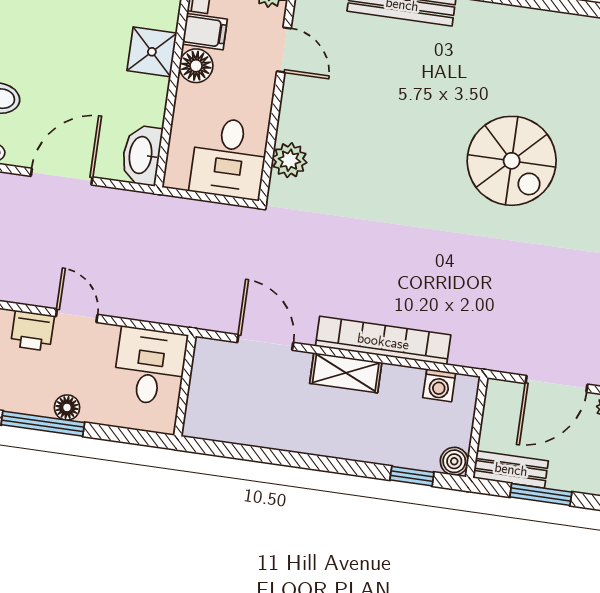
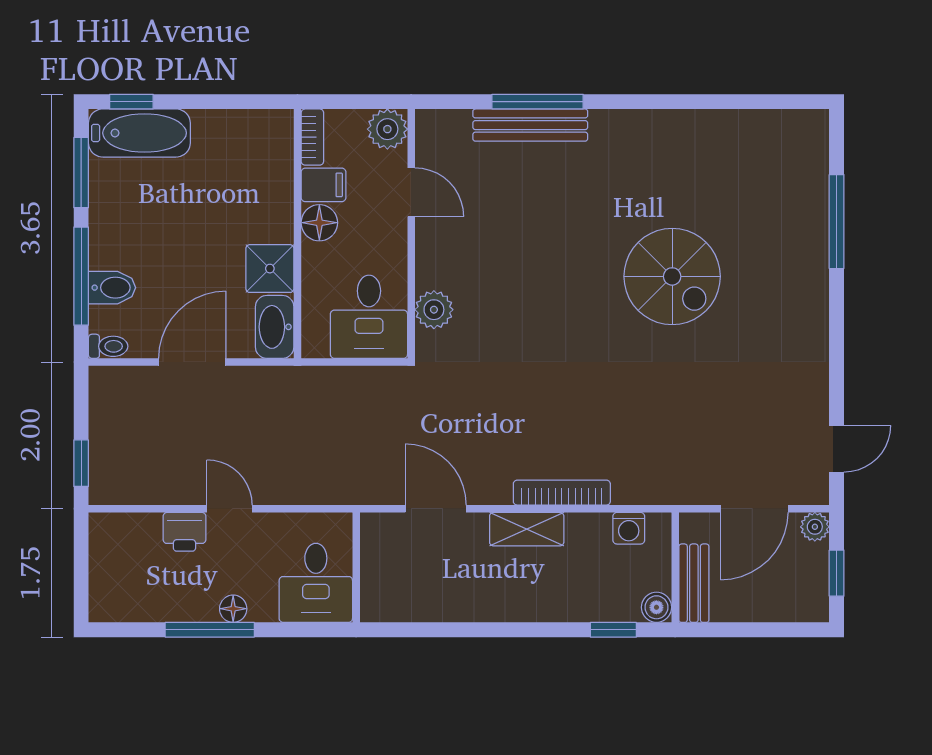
shower: (152, 52) -> (270, 269), moved
bookcase: (383, 341) -> (562, 493), width x0.68, depth x0.76
desk: (150, 366) -> (316, 583), moved, turned 180
bench: (511, 469) -> (694, 583), moved, turned 90
window: (541, 495) -> (754, 630), removed

